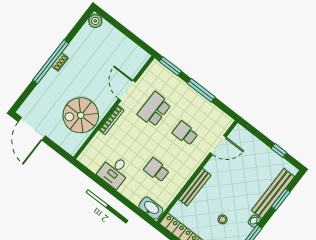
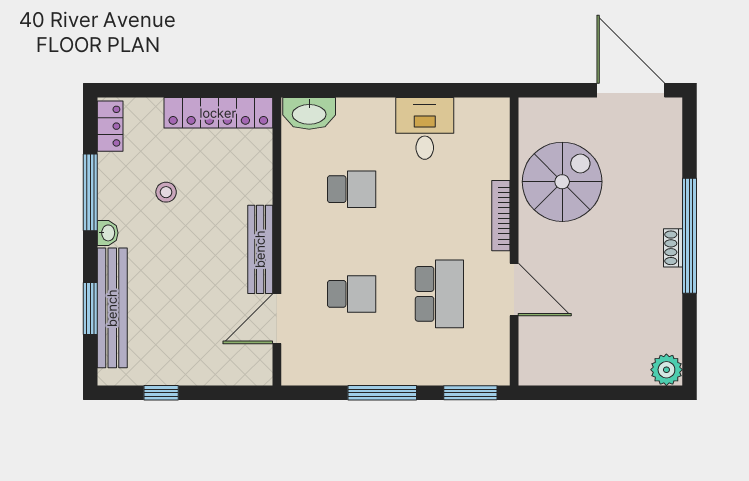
bench: (195, 187) -> (260, 249), moved

